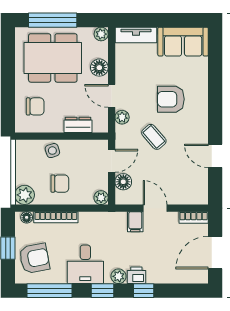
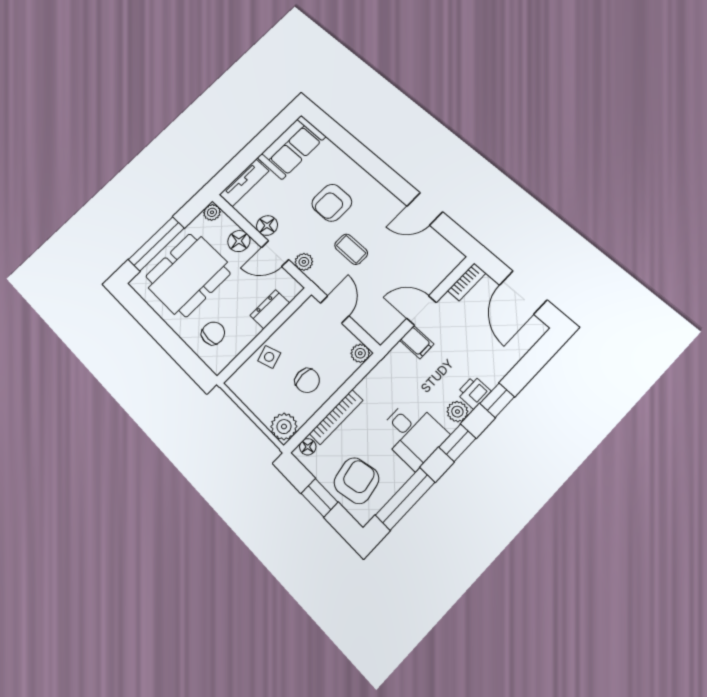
coffee table: (154, 137) -> (351, 249), turned 41
floor lamp: (123, 182) -> (267, 226), moved
chair: (60, 184) -> (307, 380), turned 90

